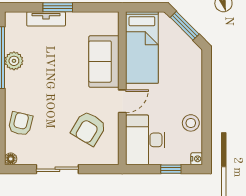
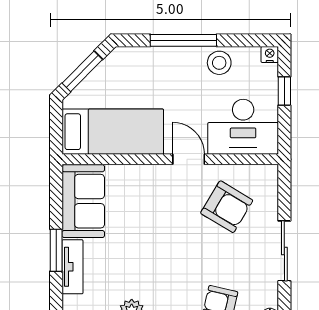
sofa: (104, 62) -> (83, 201), moved, turned -90
window: (207, 98) -> (183, 40), added

